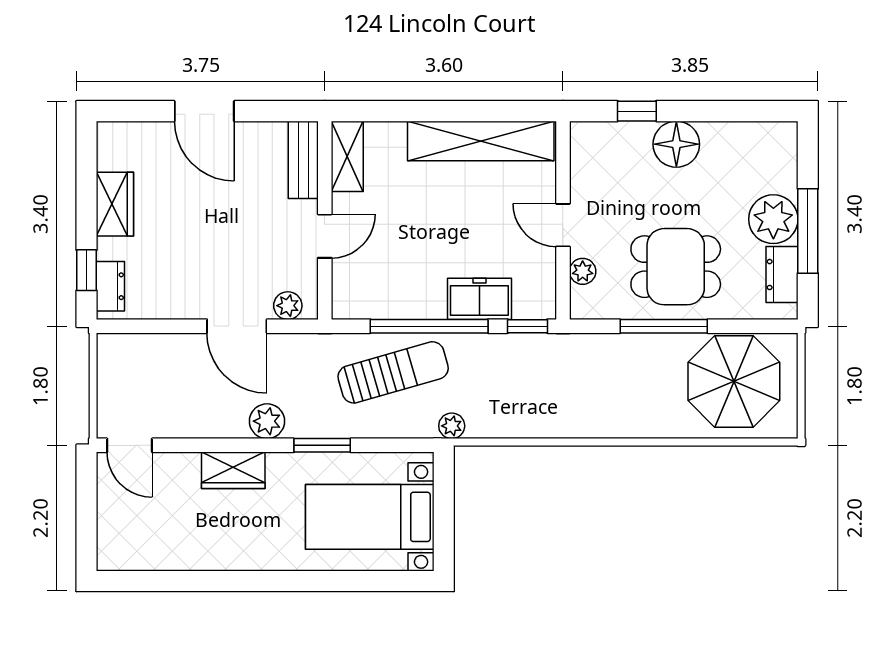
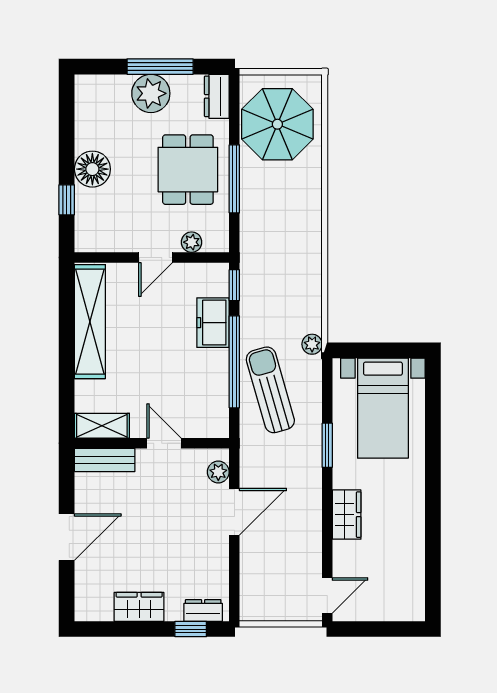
dresser: (782, 275) -> (217, 96), moved, turned 90
plant: (267, 421) -> (308, 488), removed

